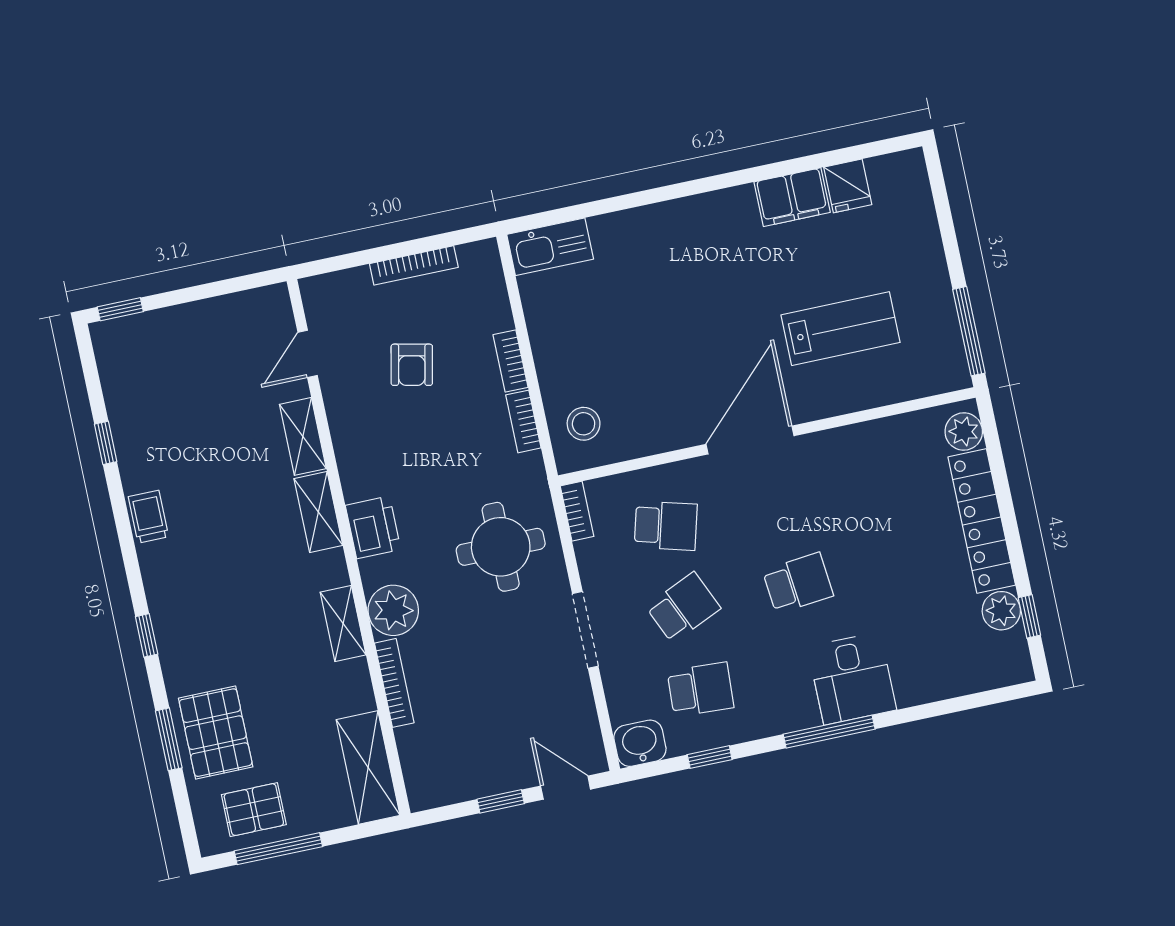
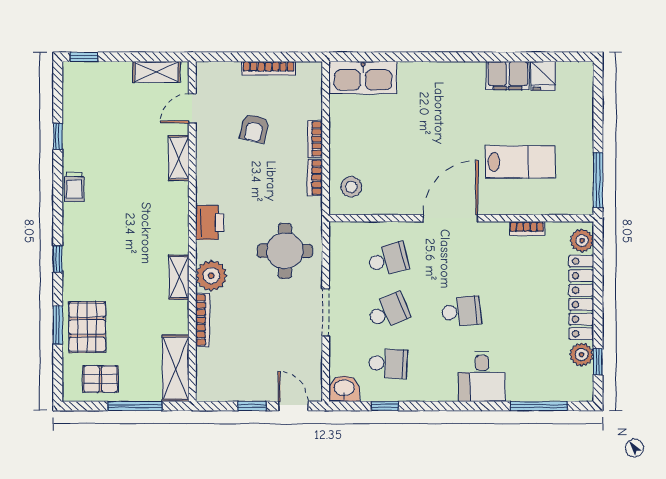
kitchen sink: (550, 247) -> (363, 78), width x1.36, depth x1.24
bookcase: (577, 511) -> (527, 228), moved, turned 90
shelving: (318, 512) -> (156, 72), moved, turned 90
trolley: (148, 517) -> (74, 187), turned 180
school desk: (666, 526) -> (388, 259), turned -30
window: (829, 732) -> (539, 406), moved
window: (278, 849) -> (135, 406), moved

